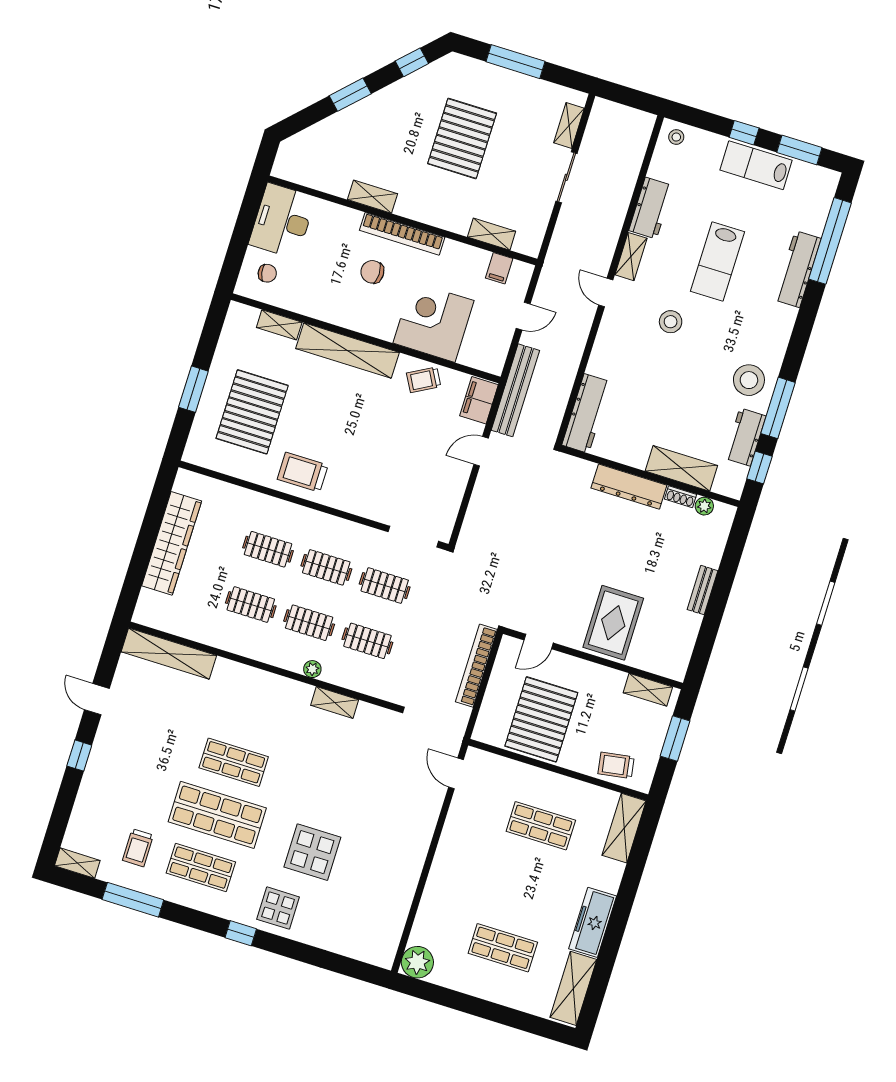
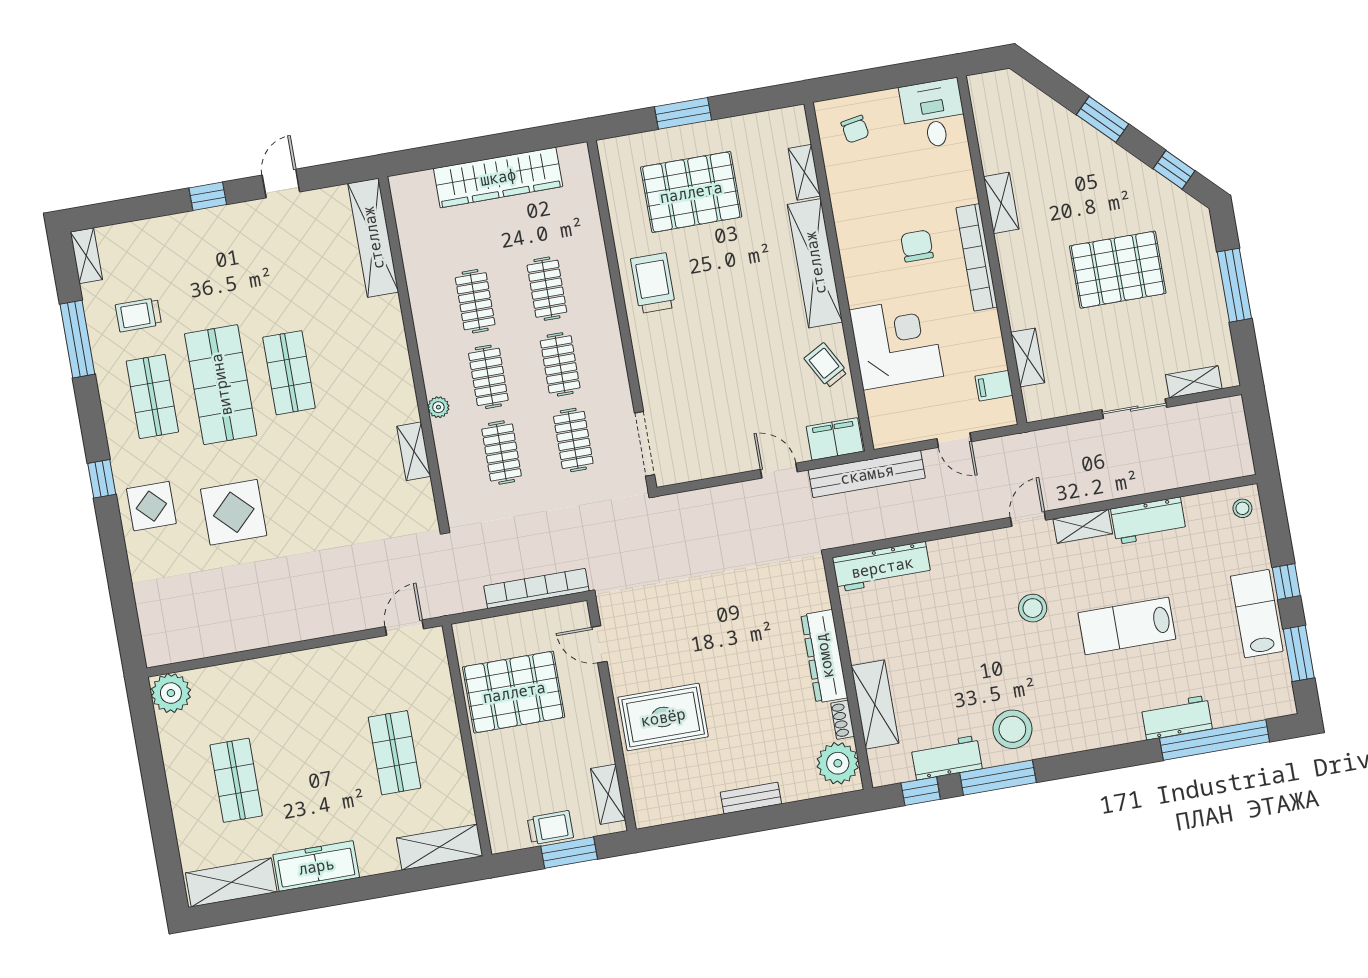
desk: (282, 221) -> (933, 114), width x0.73
workbench: (797, 269) -> (1177, 718), width x0.73
plant: (704, 506) -> (838, 763), width x1.87, depth x1.87
trolley: (616, 765) -> (550, 828), moved, turned 99

